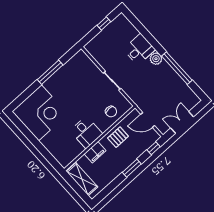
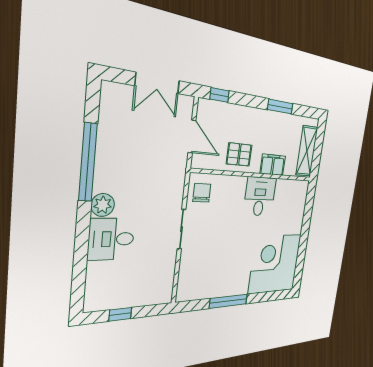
chair: (111, 112) -> (202, 193), moved
window: (132, 168) -> (280, 107), moved

